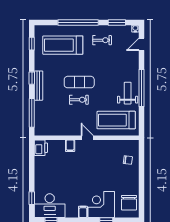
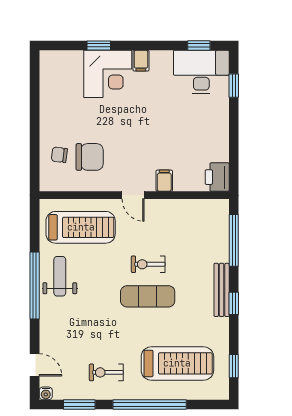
door: (141, 44) -> (35, 365), hinge flipped
weight bench: (128, 93) -> (60, 276), turned 180
chair: (129, 203) -> (90, 157), moved, turned 90

